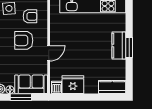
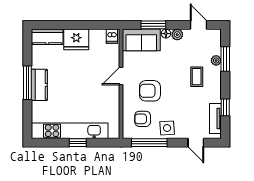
armchair: (24, 40) -> (150, 91), turned 180
window: (129, 47) -> (27, 83), width x1.44
fridge: (73, 85) -> (76, 39), moved

